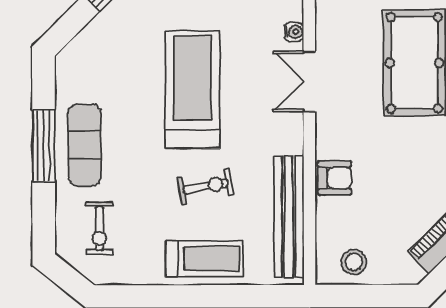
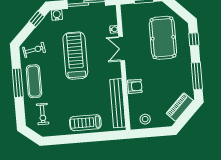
exercise bike: (206, 186) -> (34, 50), moved
treadmill: (204, 259) -> (85, 123), turned 180

